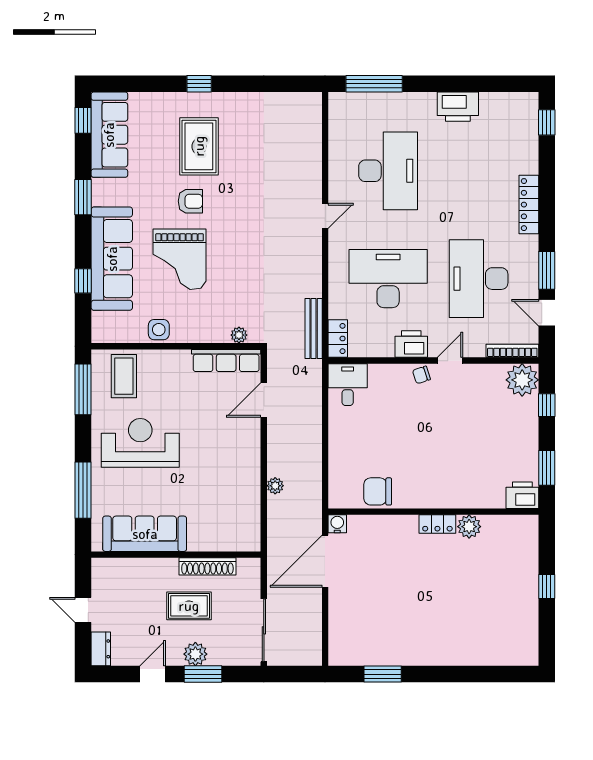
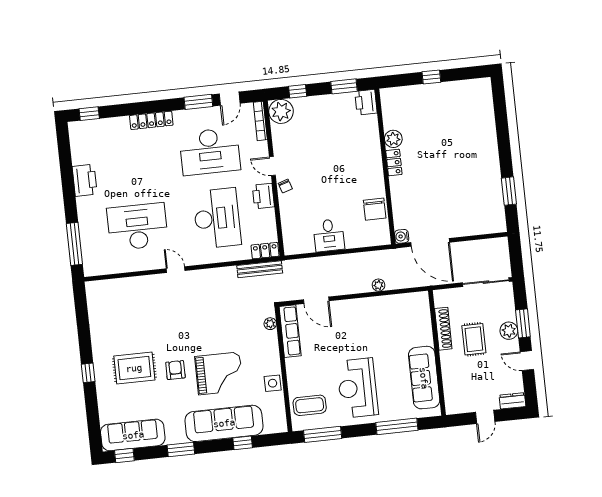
desk: (388, 279) -> (217, 218), turned 180
desk: (348, 385) -> (329, 235), moved, turned -90

